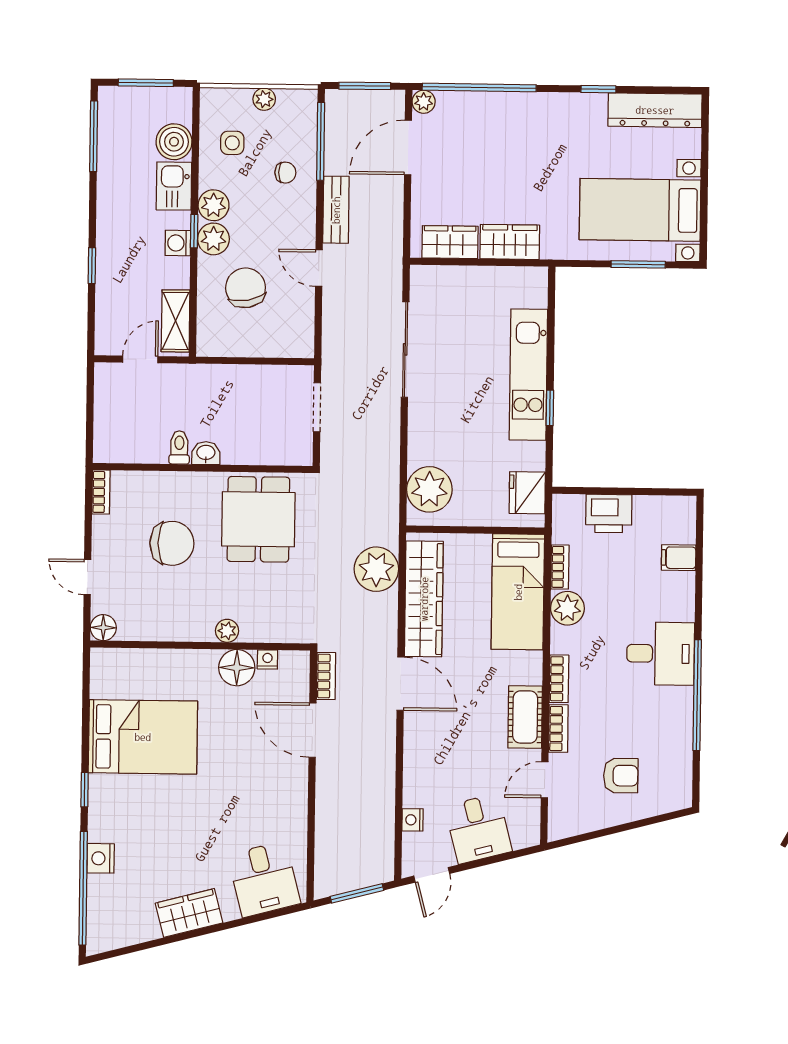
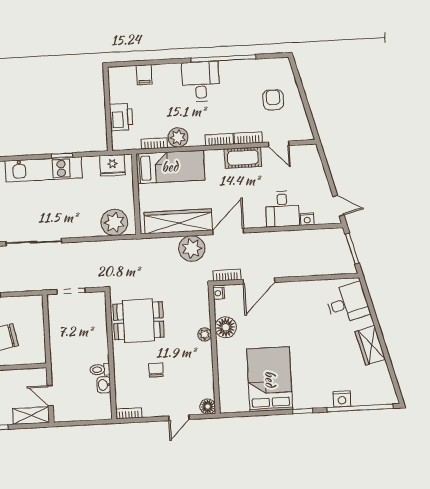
shelving: (176, 321) -> (31, 416), moved
washbasin: (206, 453) -> (104, 385), moved
chair: (172, 543) -> (156, 370), width x0.54, depth x0.54
plant: (376, 569) -> (192, 249), moved
nightstand: (267, 659) -> (219, 293), moved
desk: (478, 829) -> (282, 209), moved, turned 105

